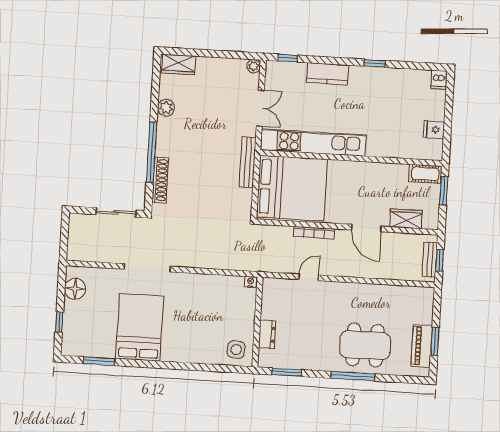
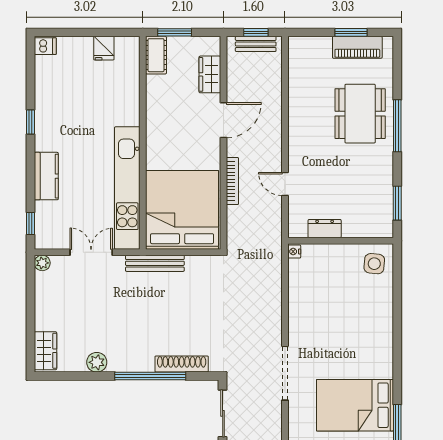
bed: (140, 327) -> (355, 405), moved
dresser: (267, 334) -> (325, 229), moved

